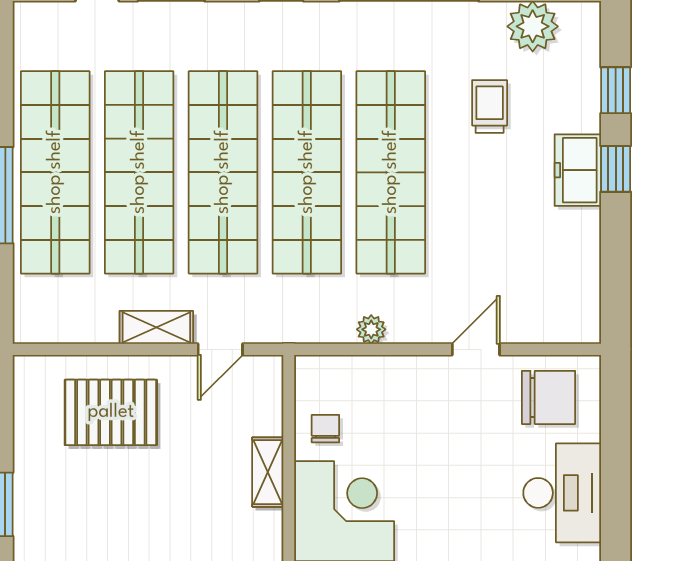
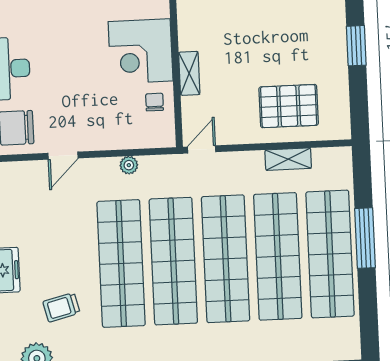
trolley: (490, 106) -> (61, 307), turned 76
shelving: (156, 327) -> (288, 159), moved
door: (220, 349) -> (202, 149), moved
chair: (325, 429) -> (155, 102), turned 180

